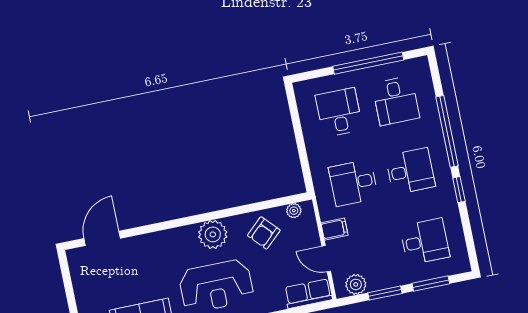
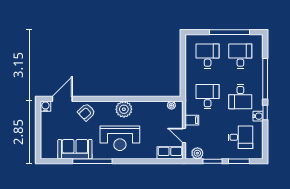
desk: (396, 101) -> (240, 56), turned 180
desk: (410, 171) -> (240, 97), turned 90
desk: (353, 183) -> (208, 97), turned 90
water cooler: (448, 199) -> (258, 116), added
armchair: (264, 233) -> (86, 112), moved
water cooler: (76, 257) -> (45, 106), added

